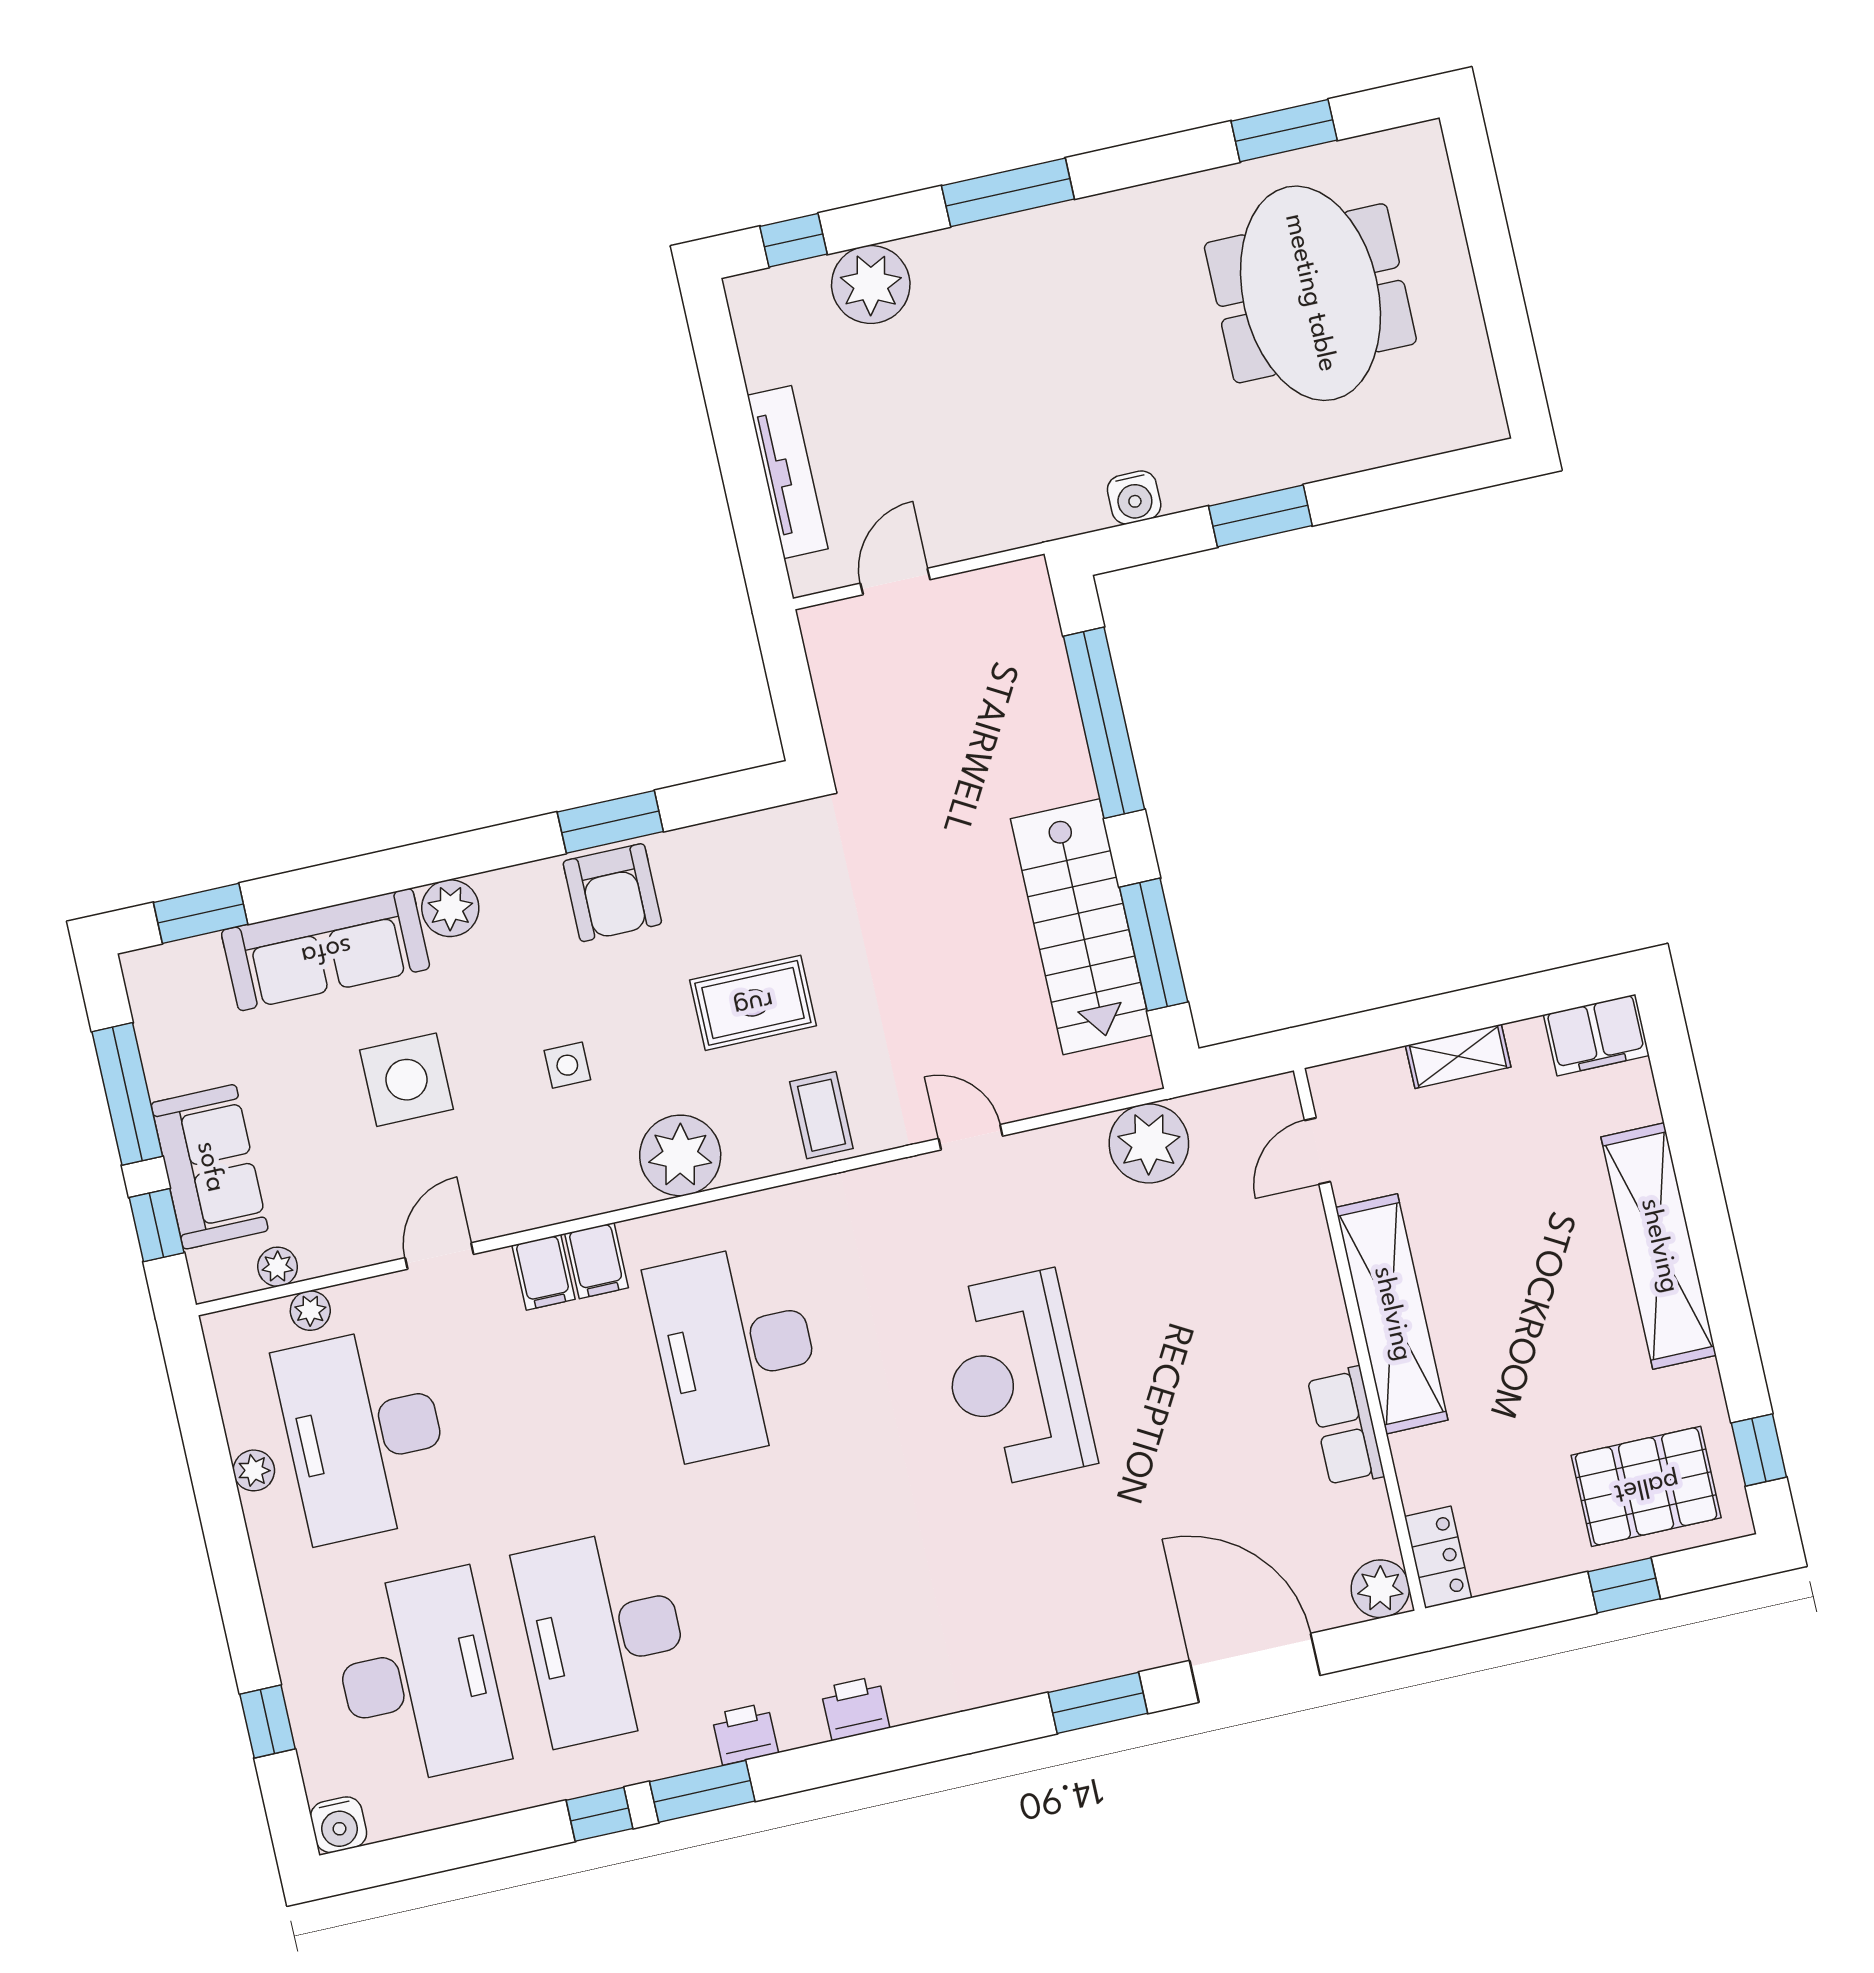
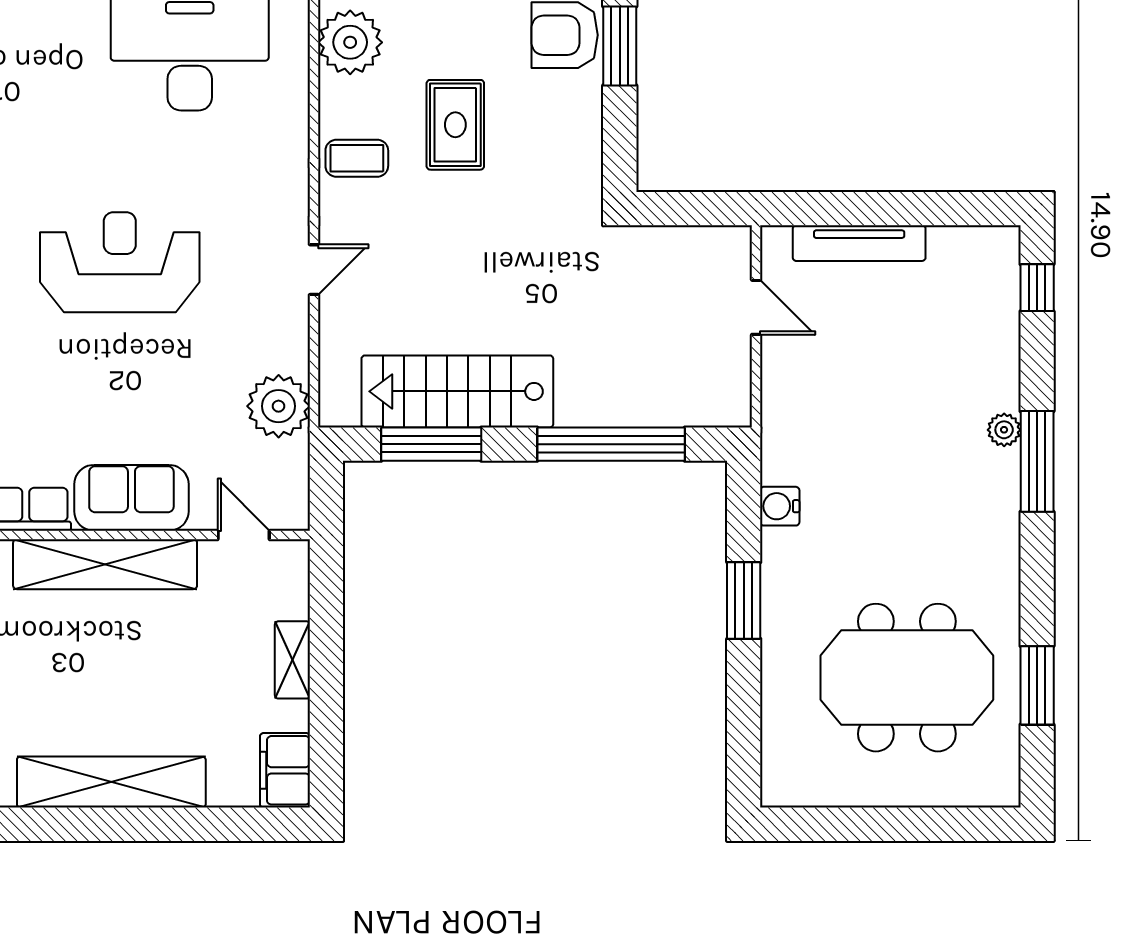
plant: (871, 284) -> (1004, 430), moved, width x0.53, depth x0.53
sofa: (1303, 1300) -> (131, 498), added

